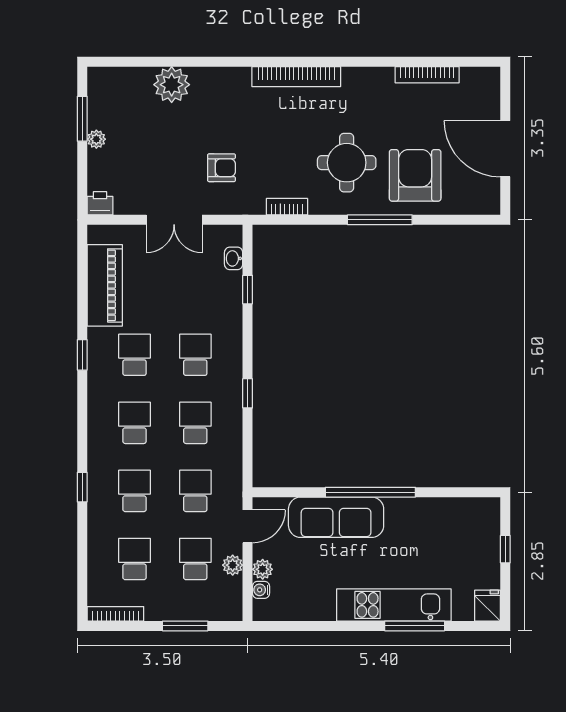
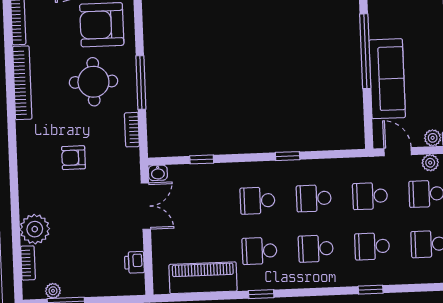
bookcase: (131, 75) -> (28, 263), added
bookcase: (296, 77) -> (22, 83), moved
plant: (96, 139) -> (53, 291), moved
armchair: (221, 168) -> (73, 158), moved, turned -90
printer: (100, 203) -> (134, 262), moved
double door: (174, 220) -> (146, 206), moved
window: (380, 220) -> (141, 83), moved
washbasin: (234, 258) -> (158, 173), moved

